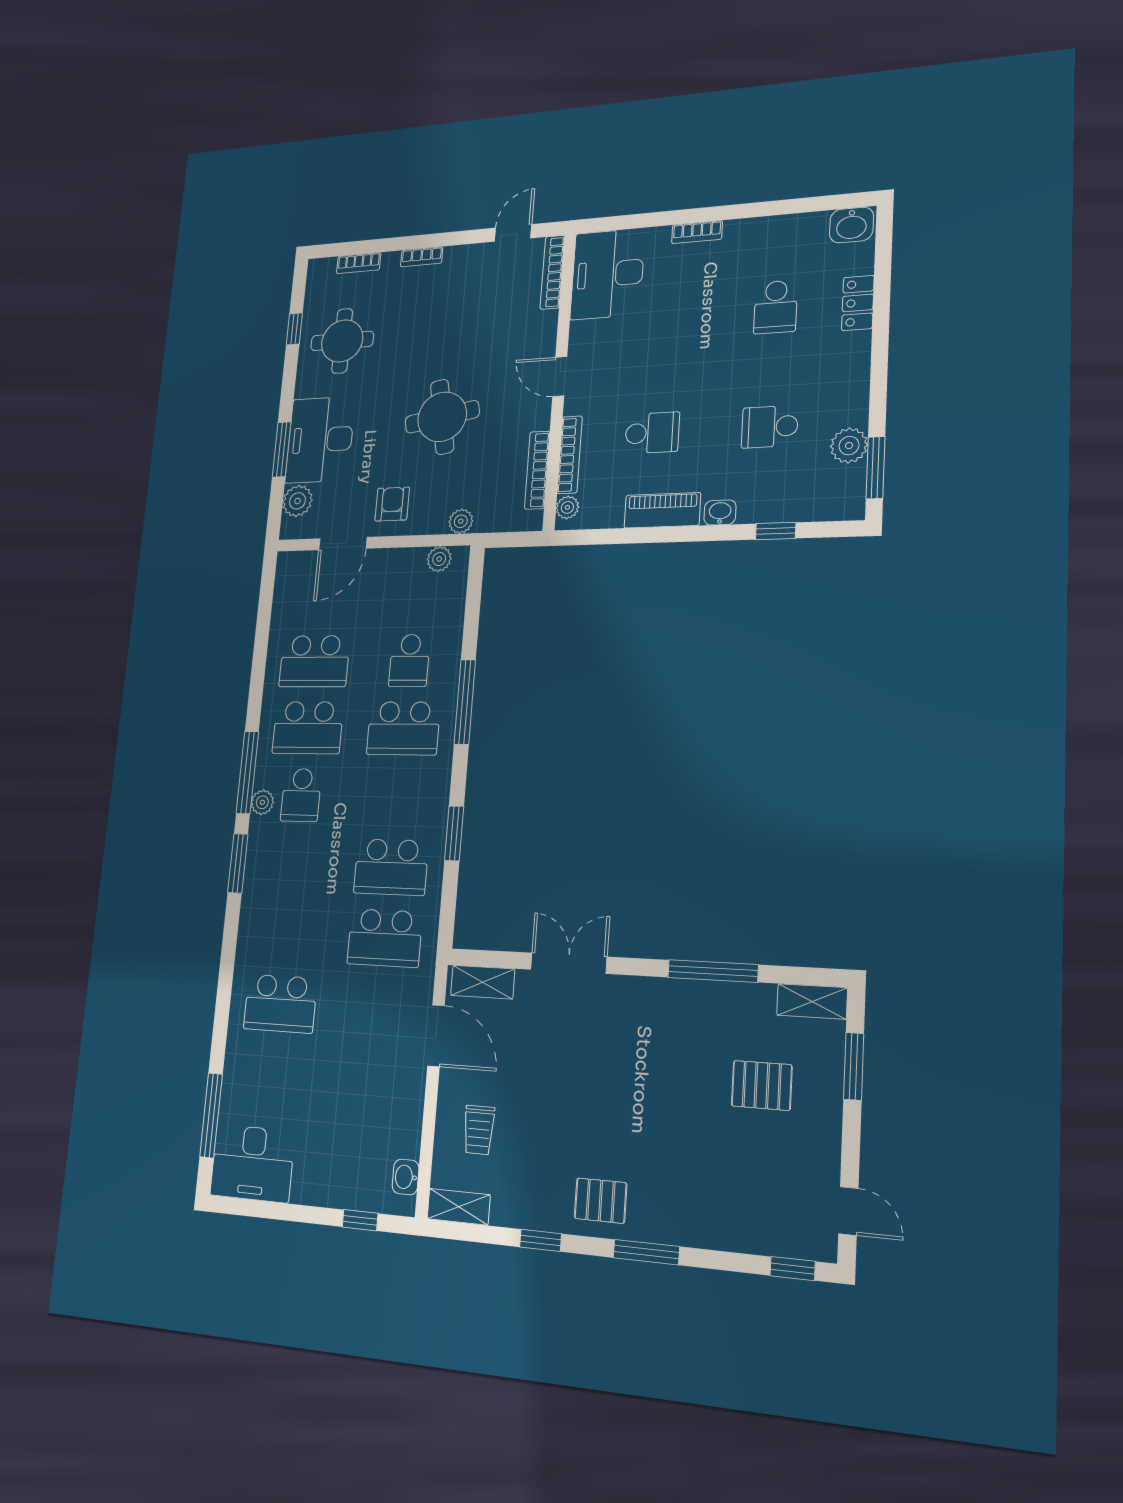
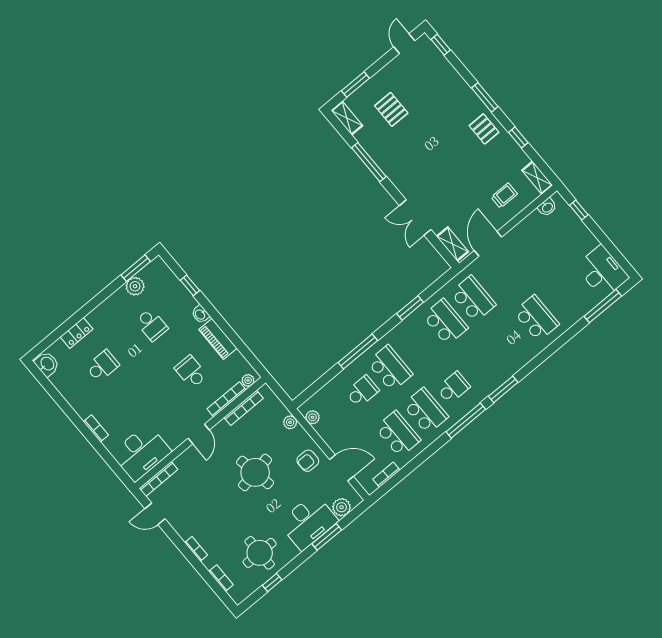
bookcase: (281, 599) -> (386, 475), added
plant: (262, 802) -> (471, 402), removed

